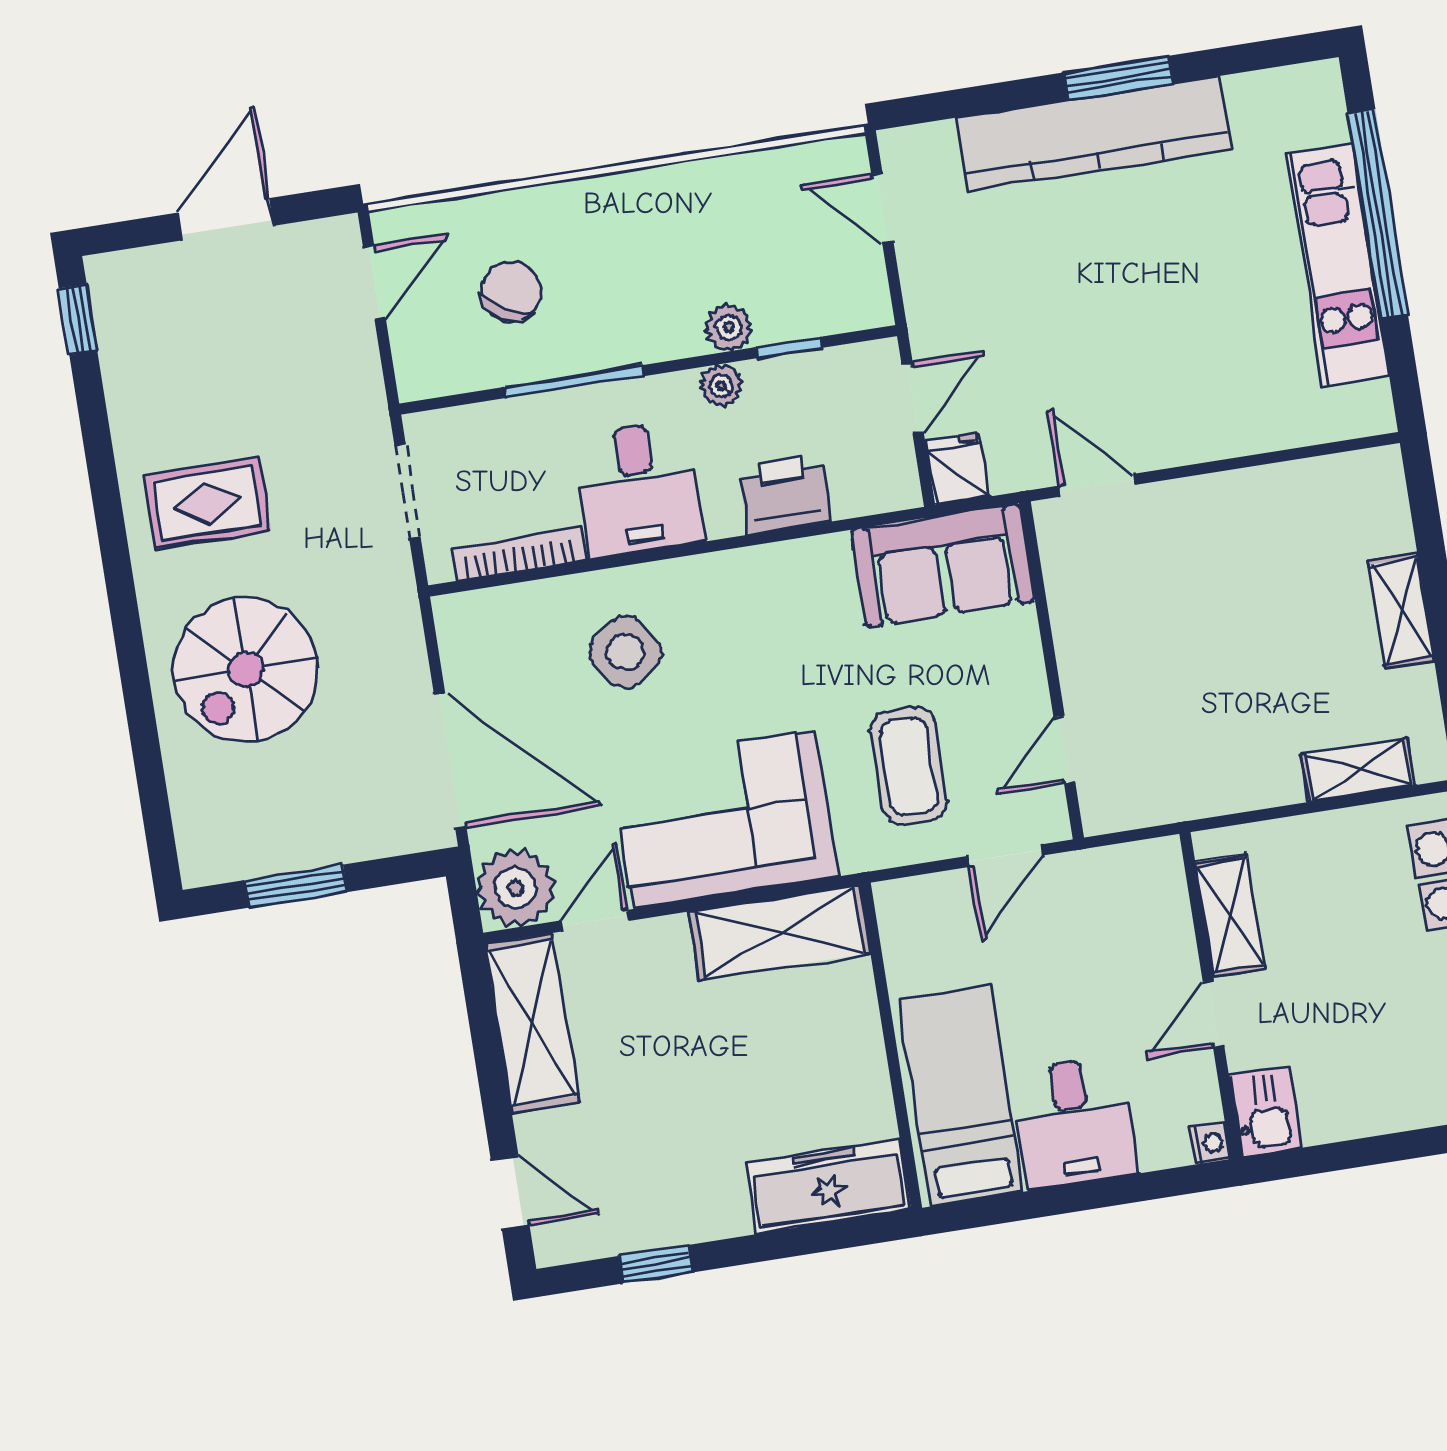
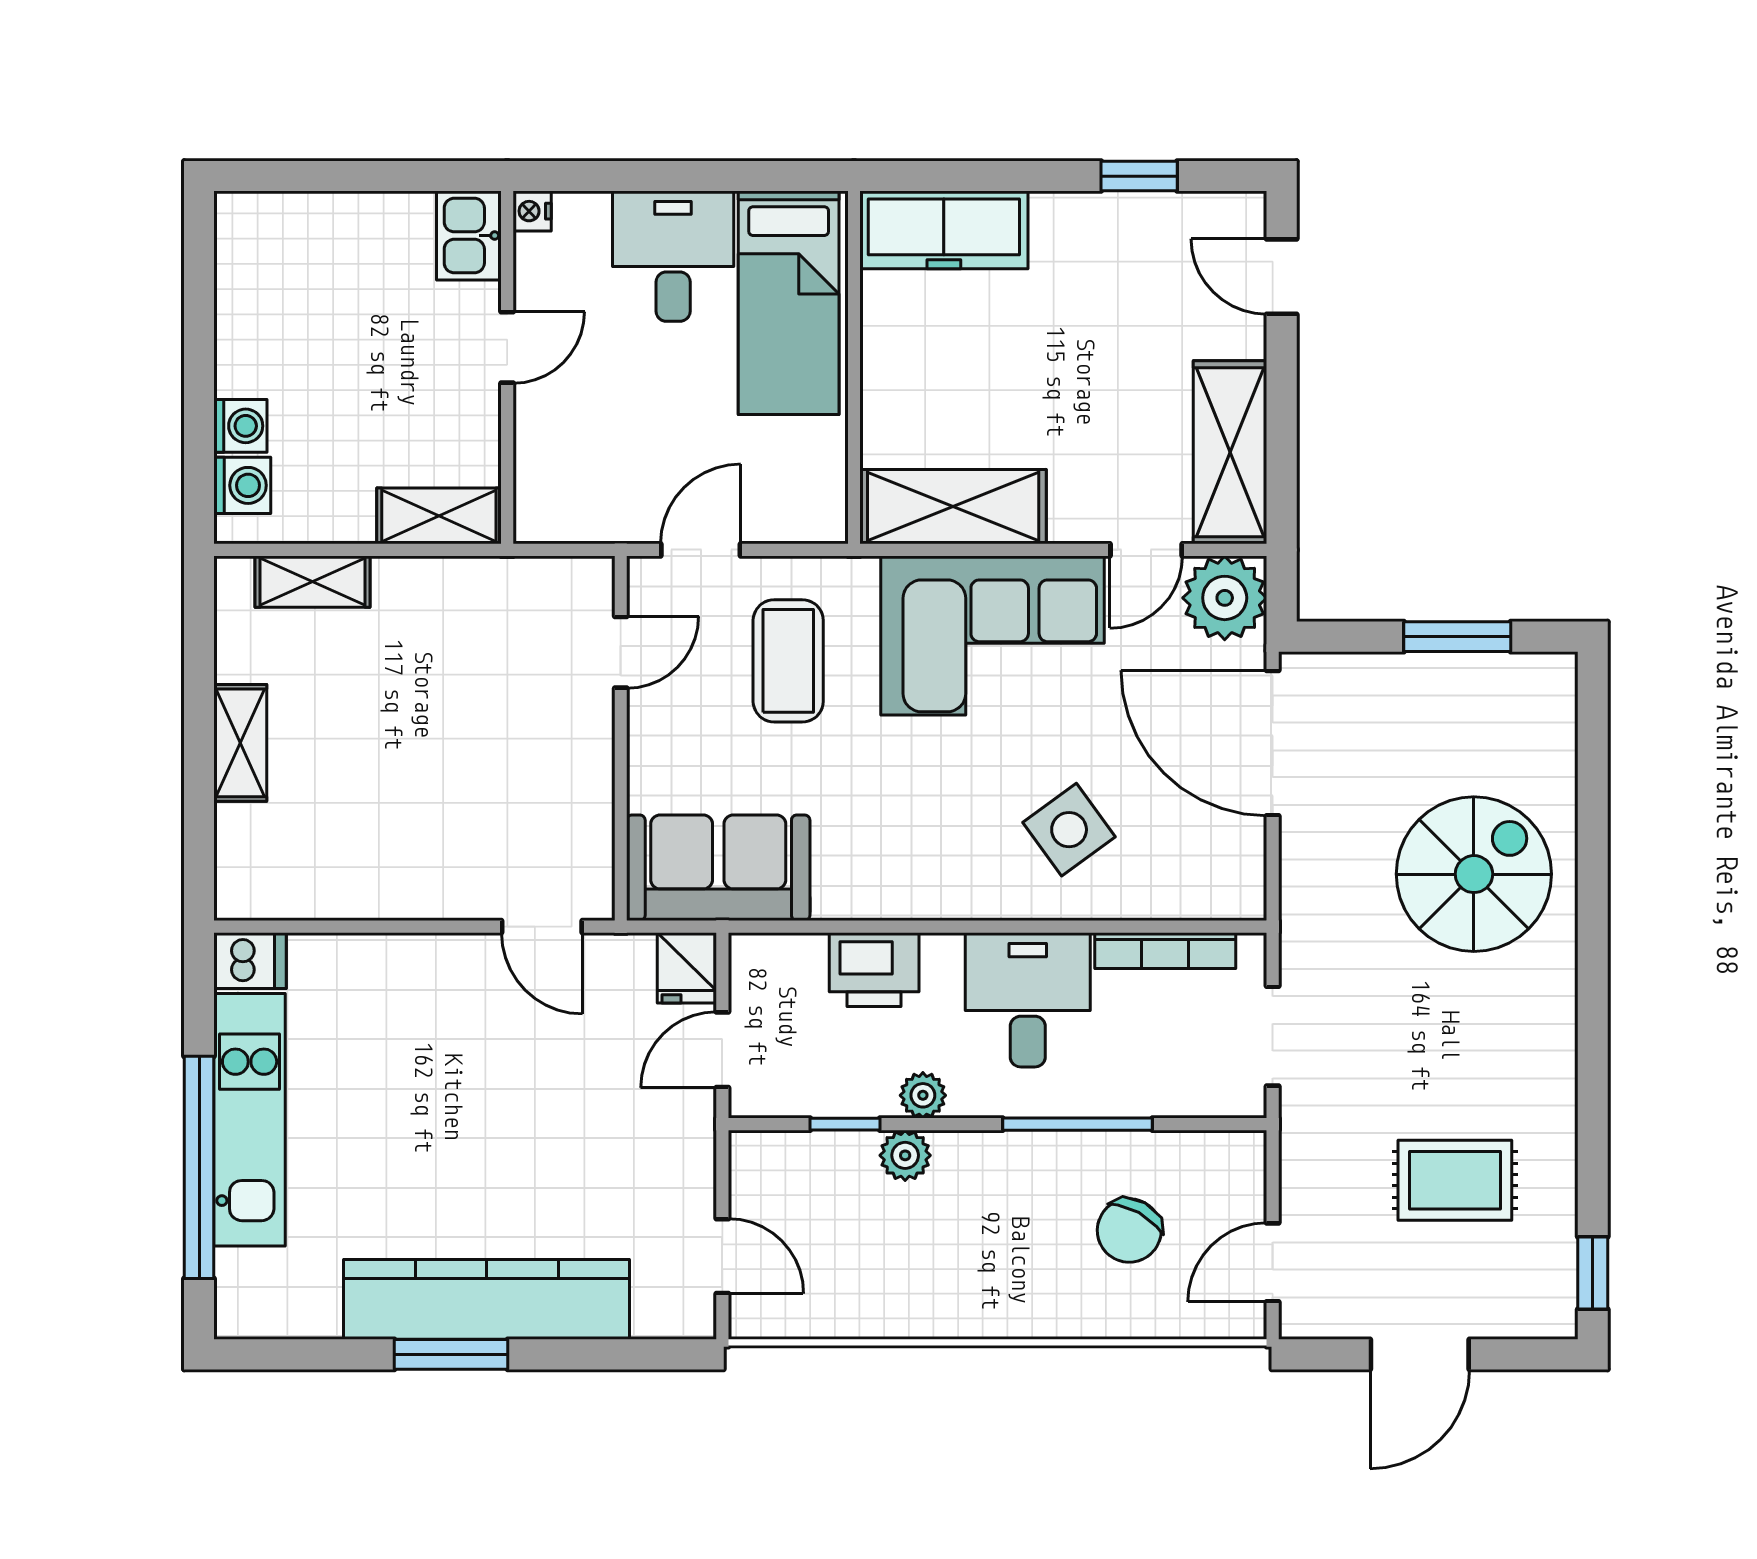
dishwasher: (1361, 411) -> (250, 961), added
rug: (207, 503) -> (1455, 1180), moved
shelving: (1230, 915) -> (439, 516), moved, turned 90

